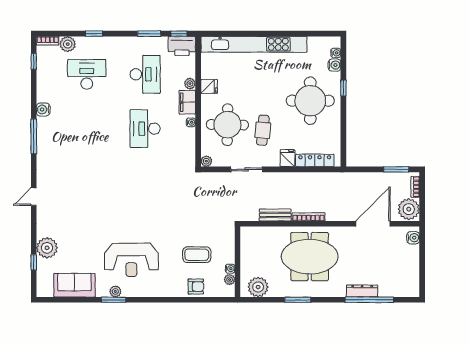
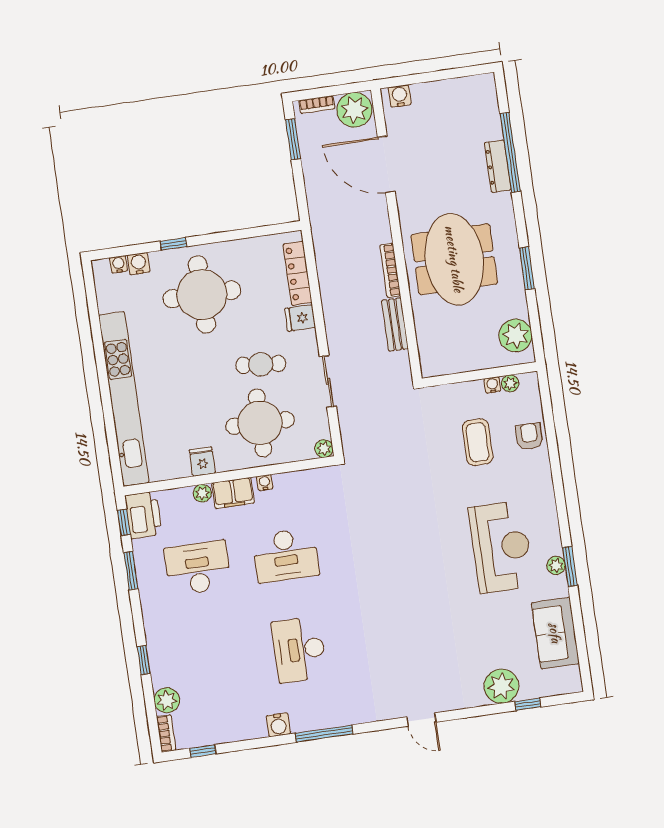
desk: (87, 74) -> (299, 650), moved

